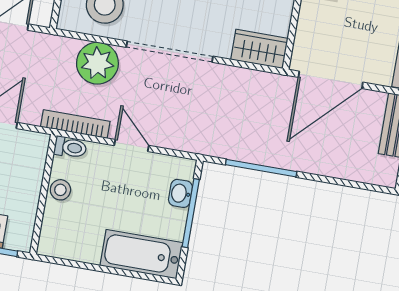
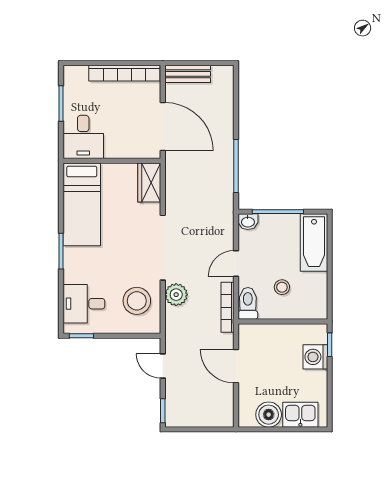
plant: (97, 63) -> (176, 295), width x0.73, depth x0.73
toilet: (70, 147) -> (248, 303), width x1.37, depth x1.39
stool: (60, 190) -> (282, 287), moved
washbasin: (180, 193) -> (248, 222), moved

